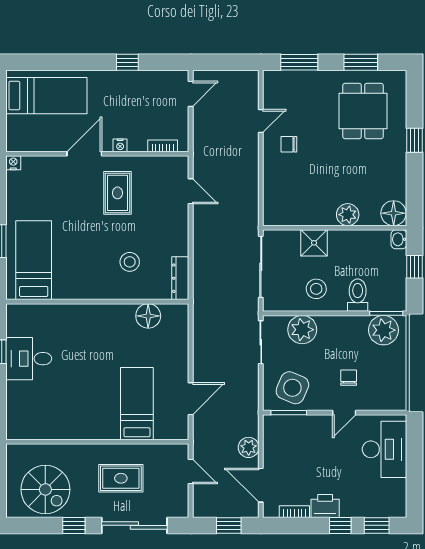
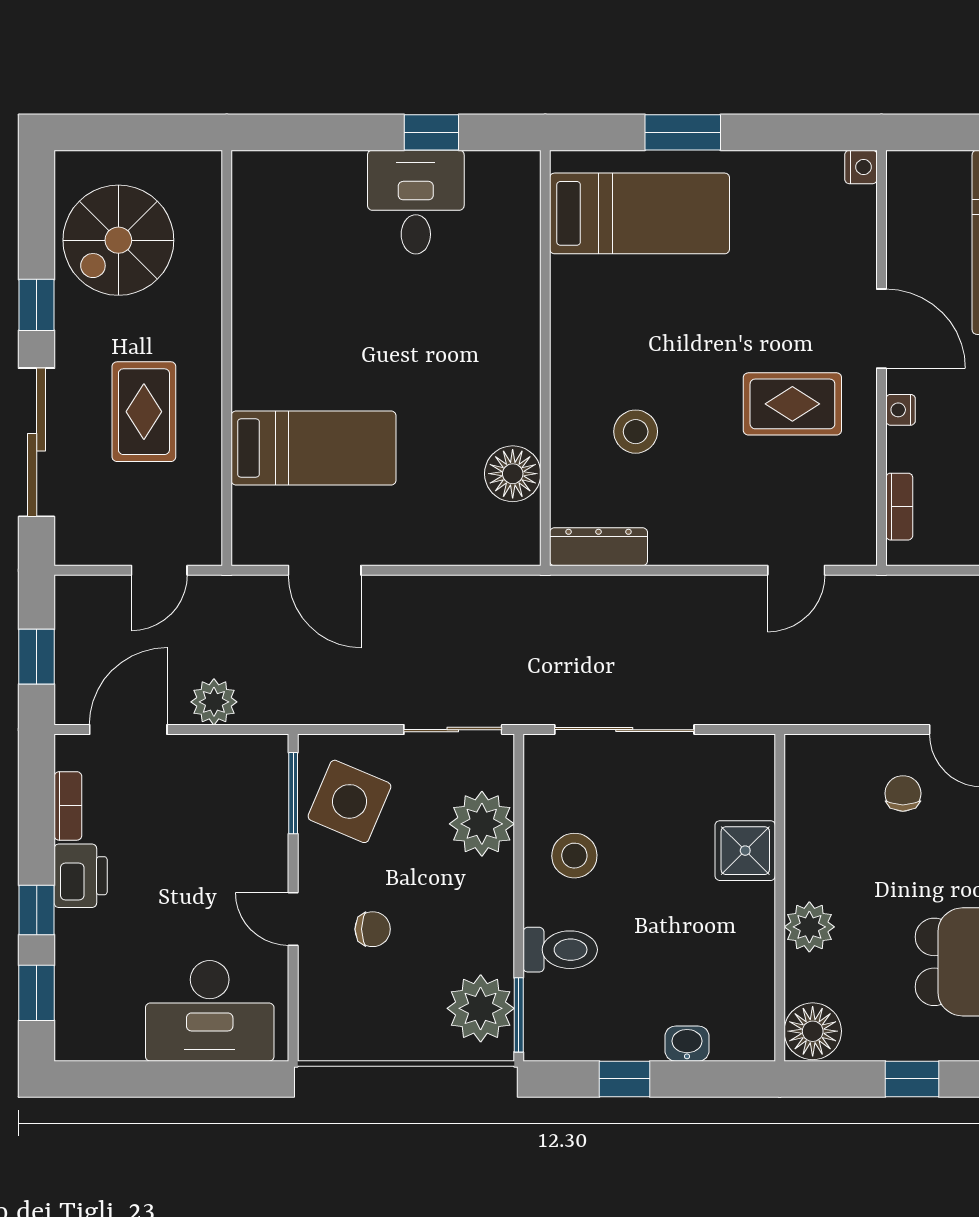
floor lamp: (394, 213) -> (813, 1031), moved
plant: (348, 215) -> (809, 927), moved
wall: (335, 228) -> (780, 898), moved
shower: (314, 243) -> (745, 851), moved

